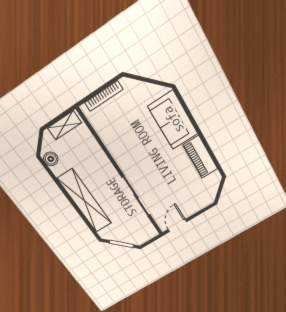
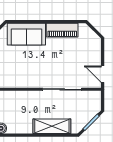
shelving: (85, 201) -> (52, 126), width x0.68

